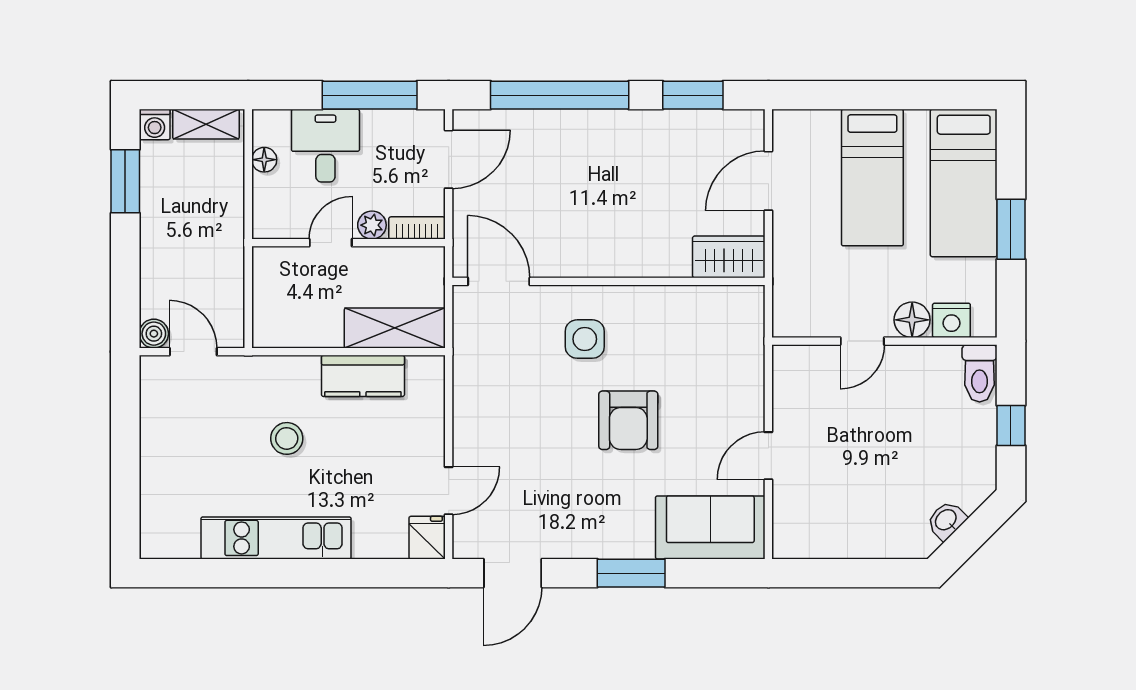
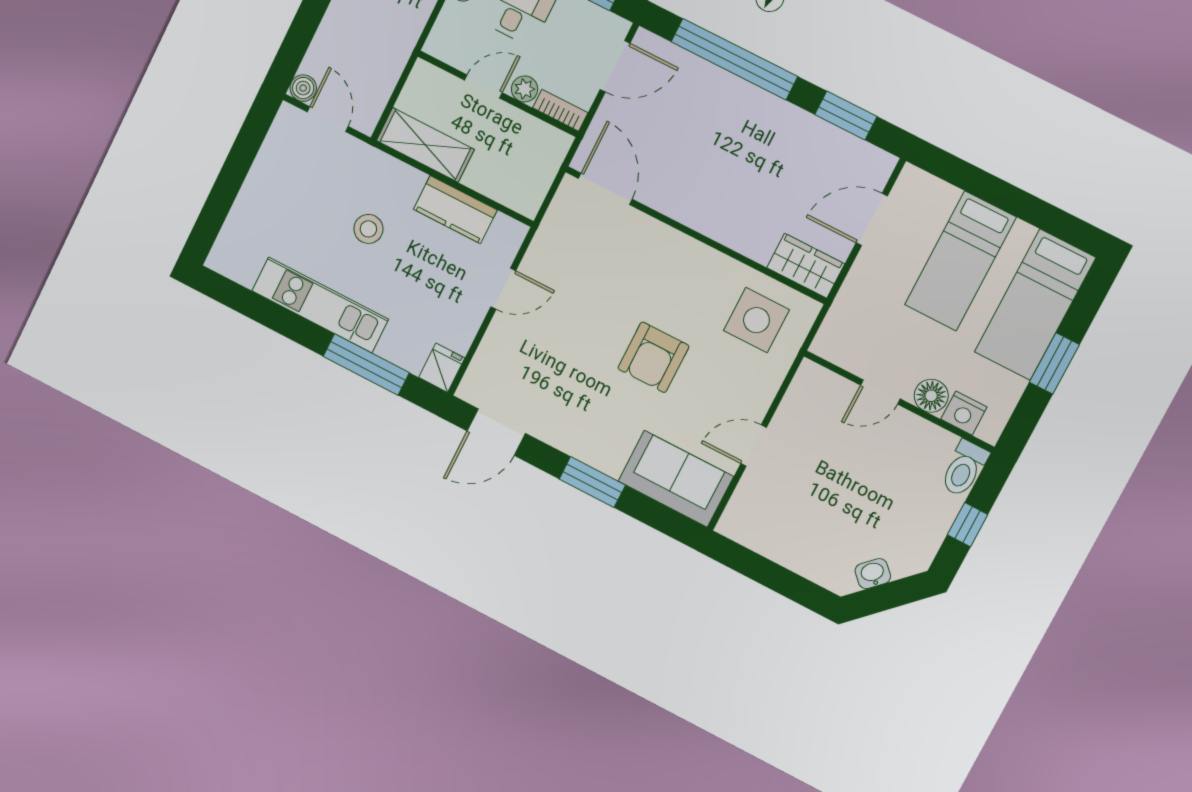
shelving: (395, 328) -> (425, 145), moved
side table: (585, 339) -> (756, 320), moved, width x1.37, depth x1.37
door: (449, 491) -> (503, 289), moved
window: (351, 573) -> (366, 365), added

